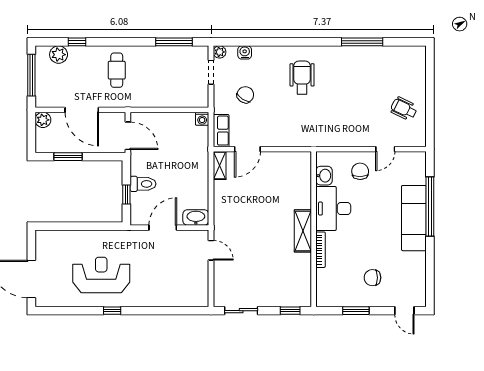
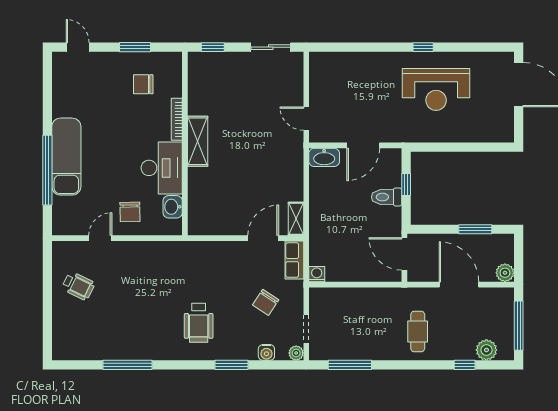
window: (274, 42) -> (231, 365), added
chair: (372, 278) -> (143, 84), moved, turned 180

